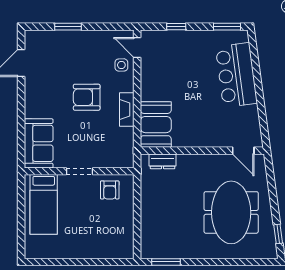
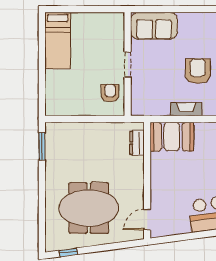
armchair: (110, 190) -> (110, 93), turned 90
bed: (44, 204) -> (58, 40), moved, turned -90

